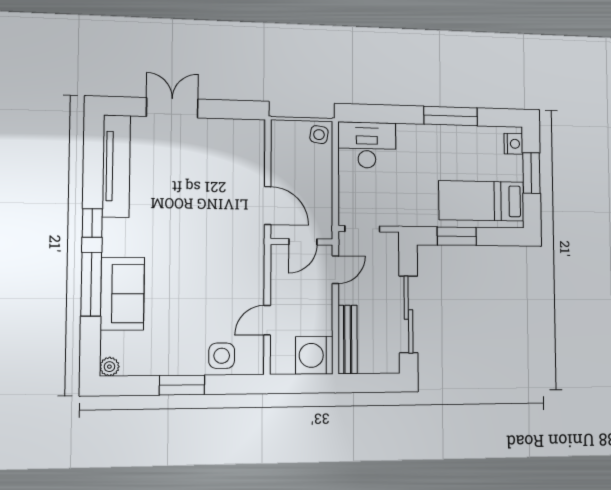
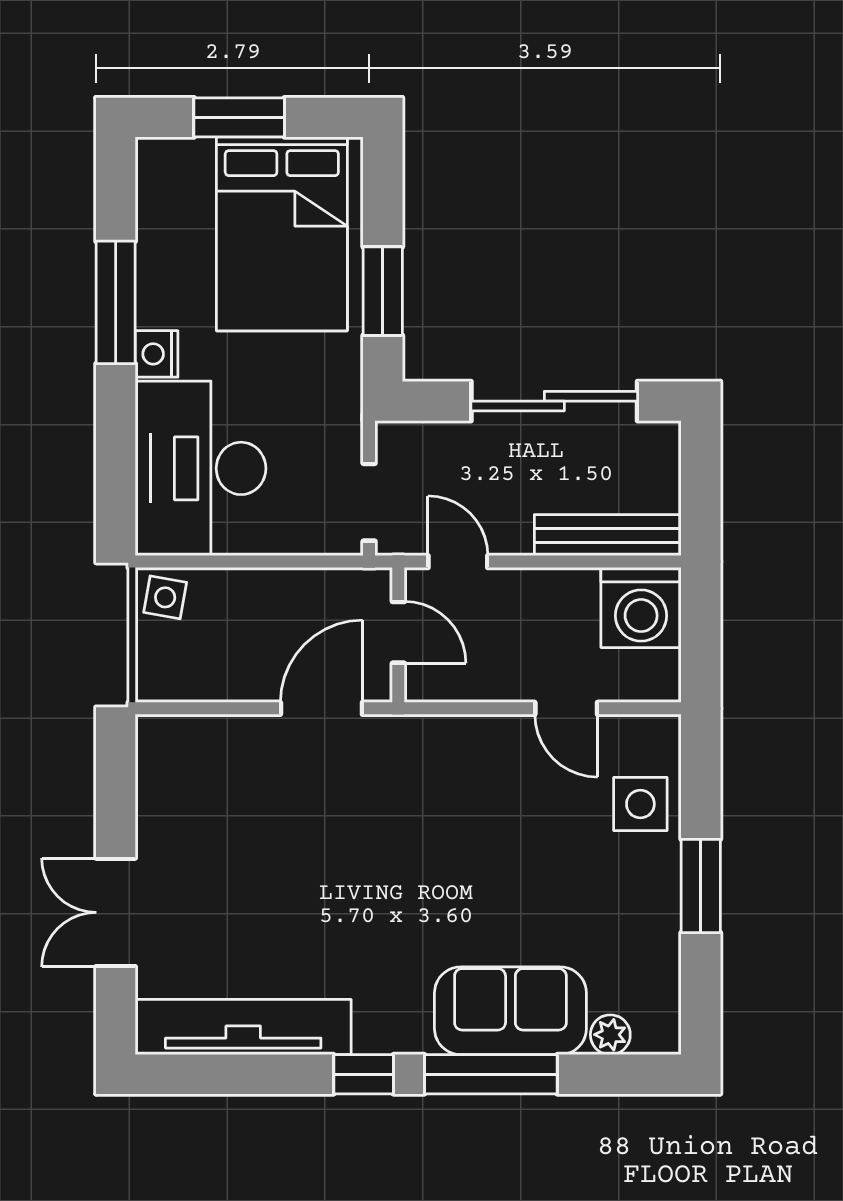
nightstand: (513, 144) -> (157, 354), moved, turned -90
desk: (367, 145) -> (201, 468), width x1.36, depth x1.30
bed: (481, 201) -> (282, 234), width x1.50
plant: (109, 367) -> (610, 1035), moved

